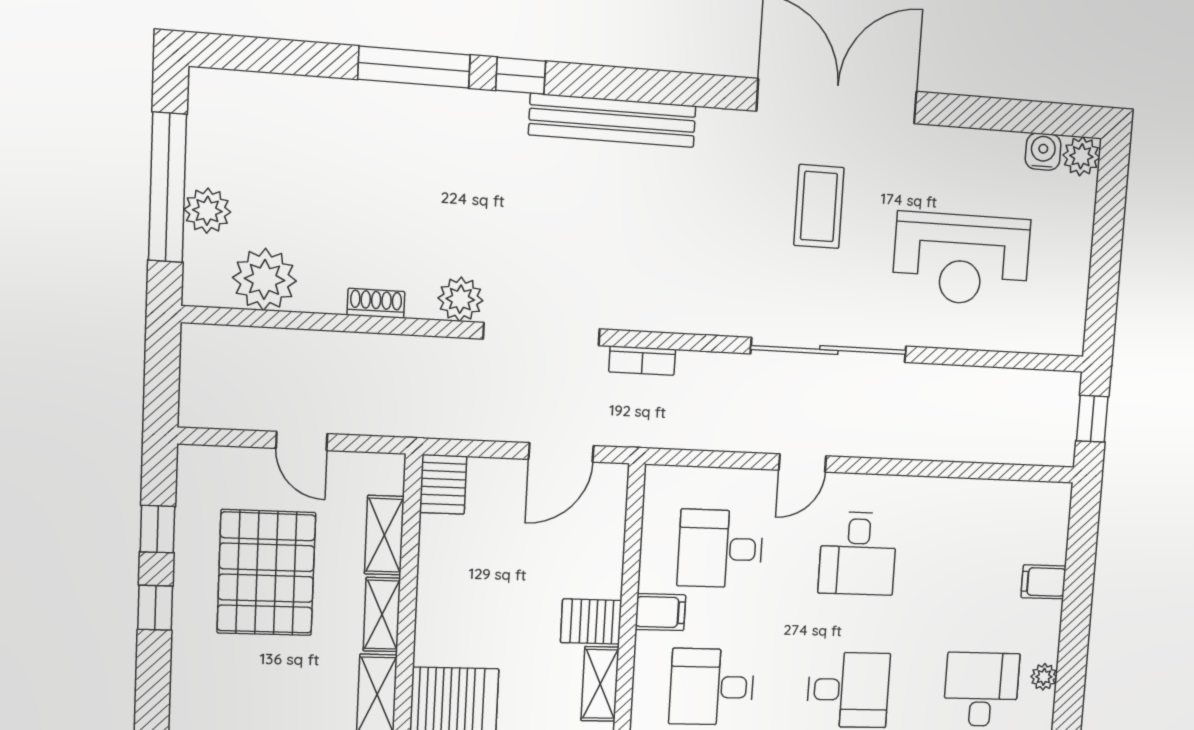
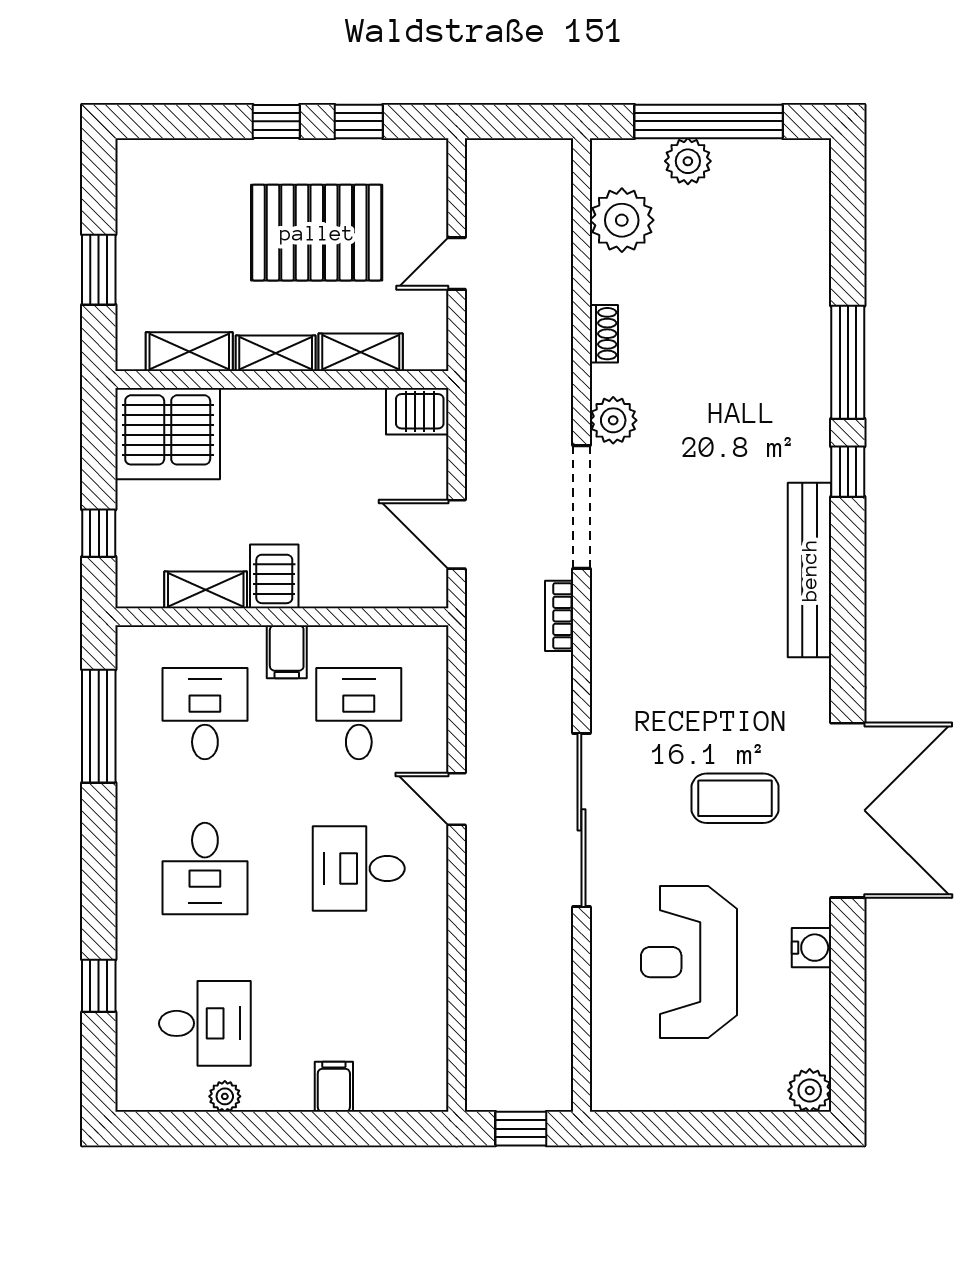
water cooler: (1043, 152) -> (812, 948), moved

